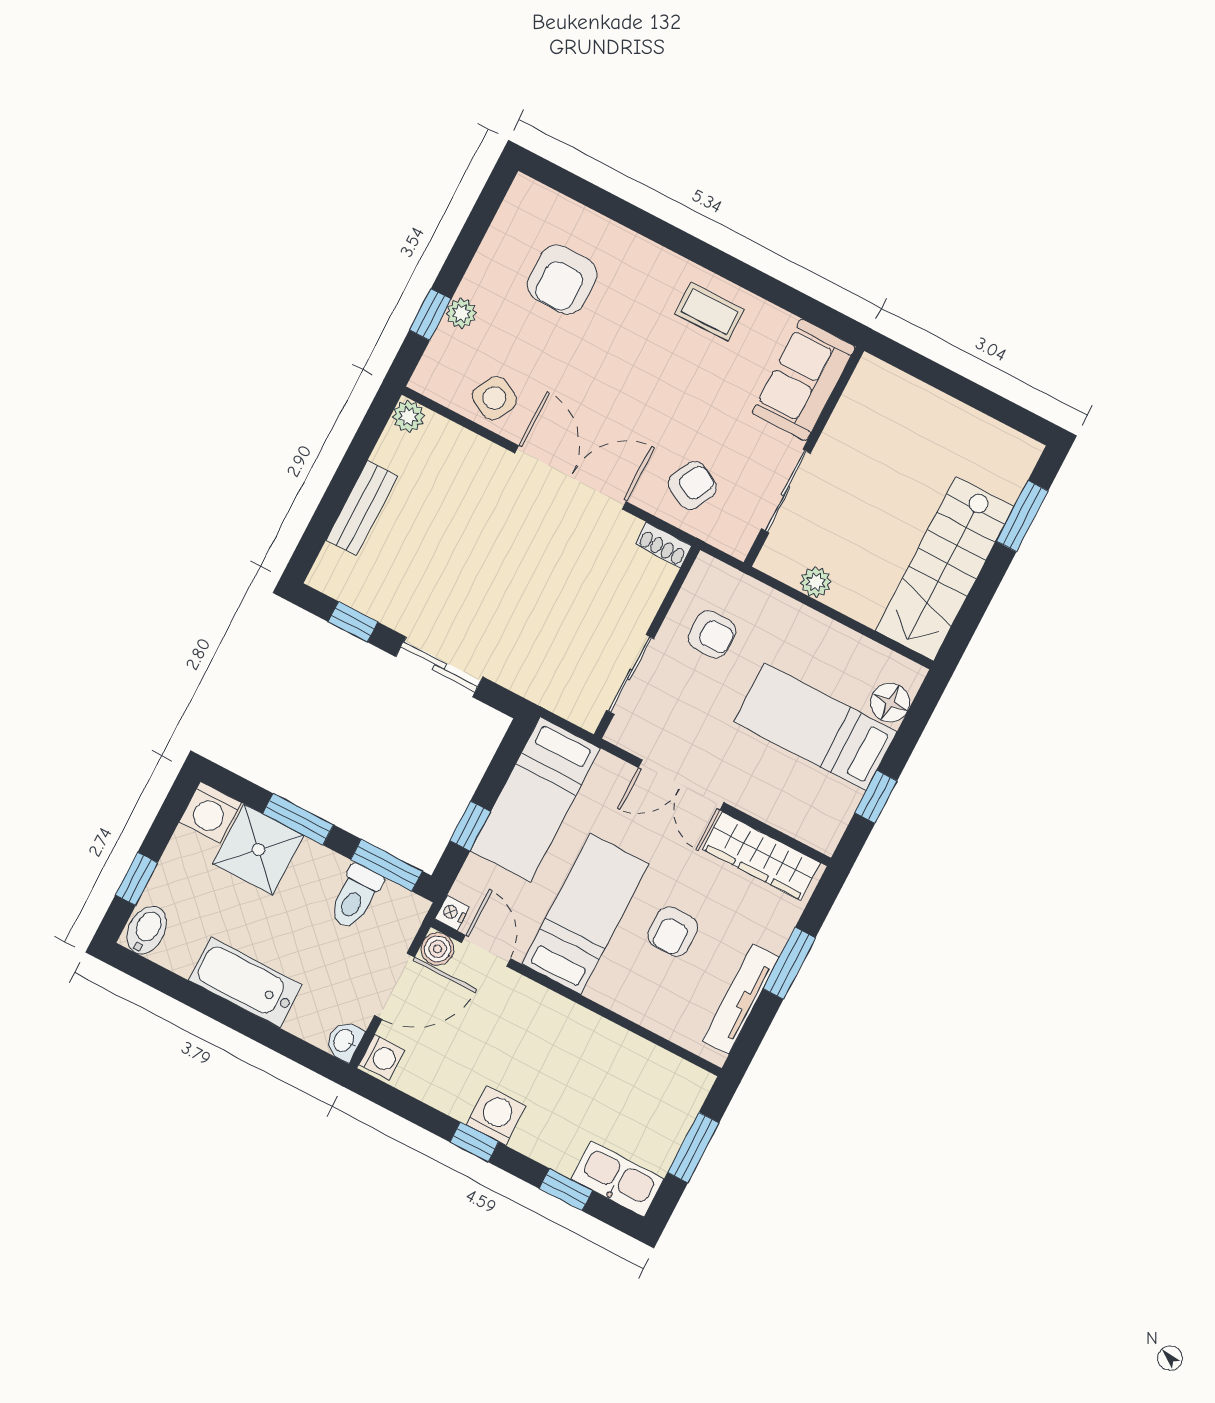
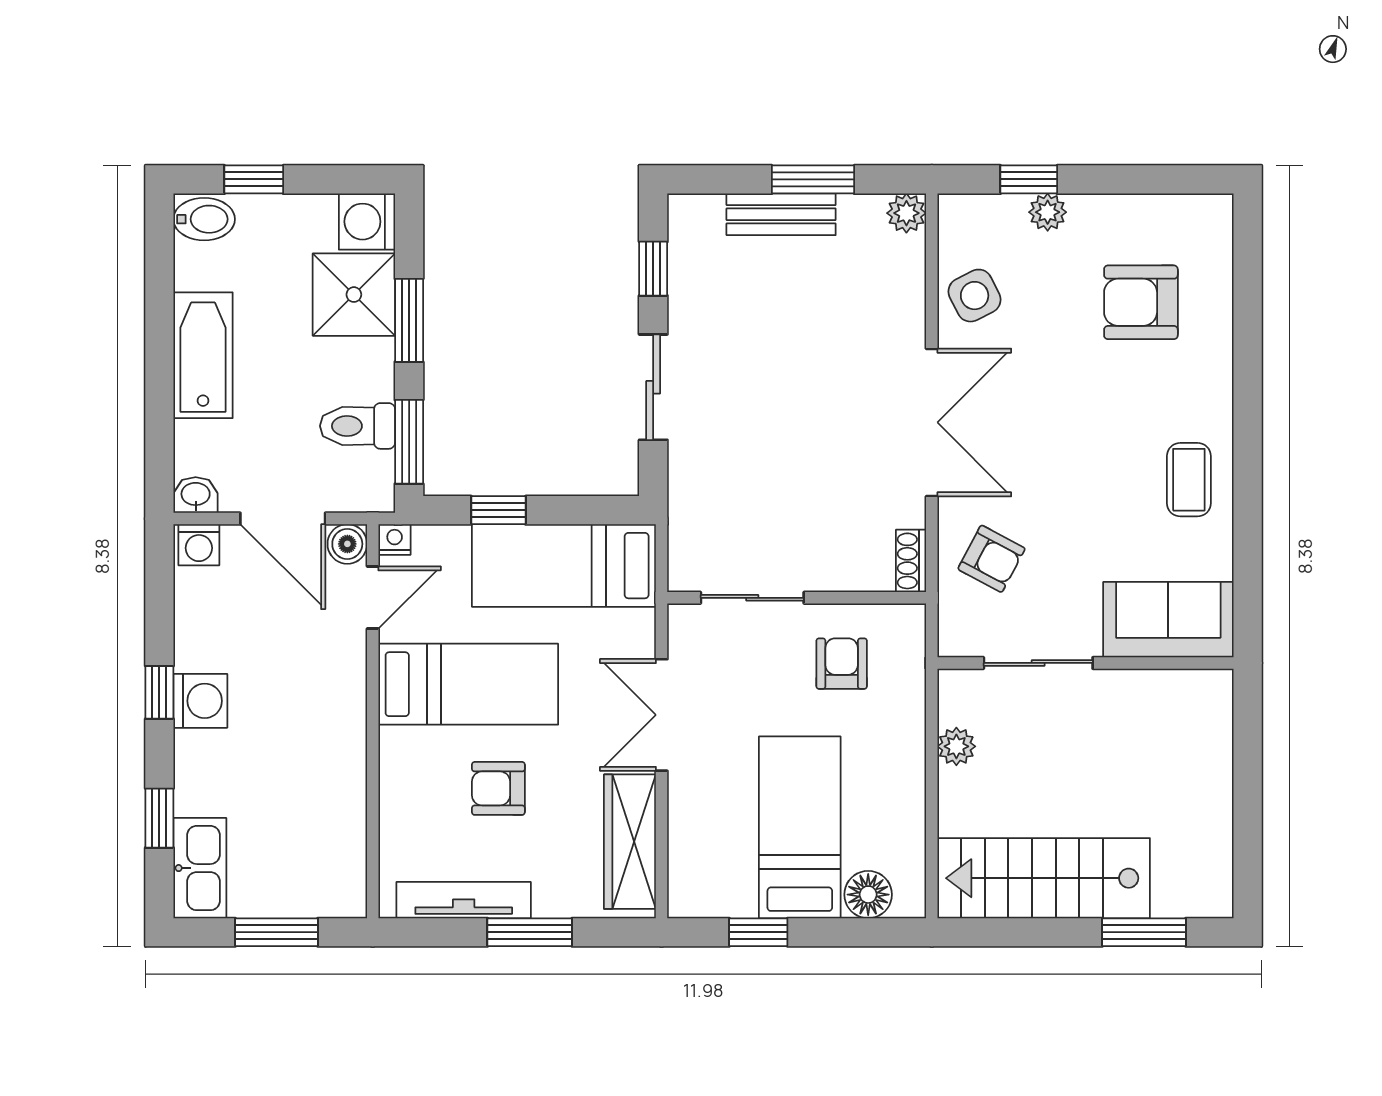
side table: (494, 398) -> (975, 296), turned 35
window: (349, 472) -> (813, 179), added
armchair: (712, 634) -> (842, 664), turned 180

